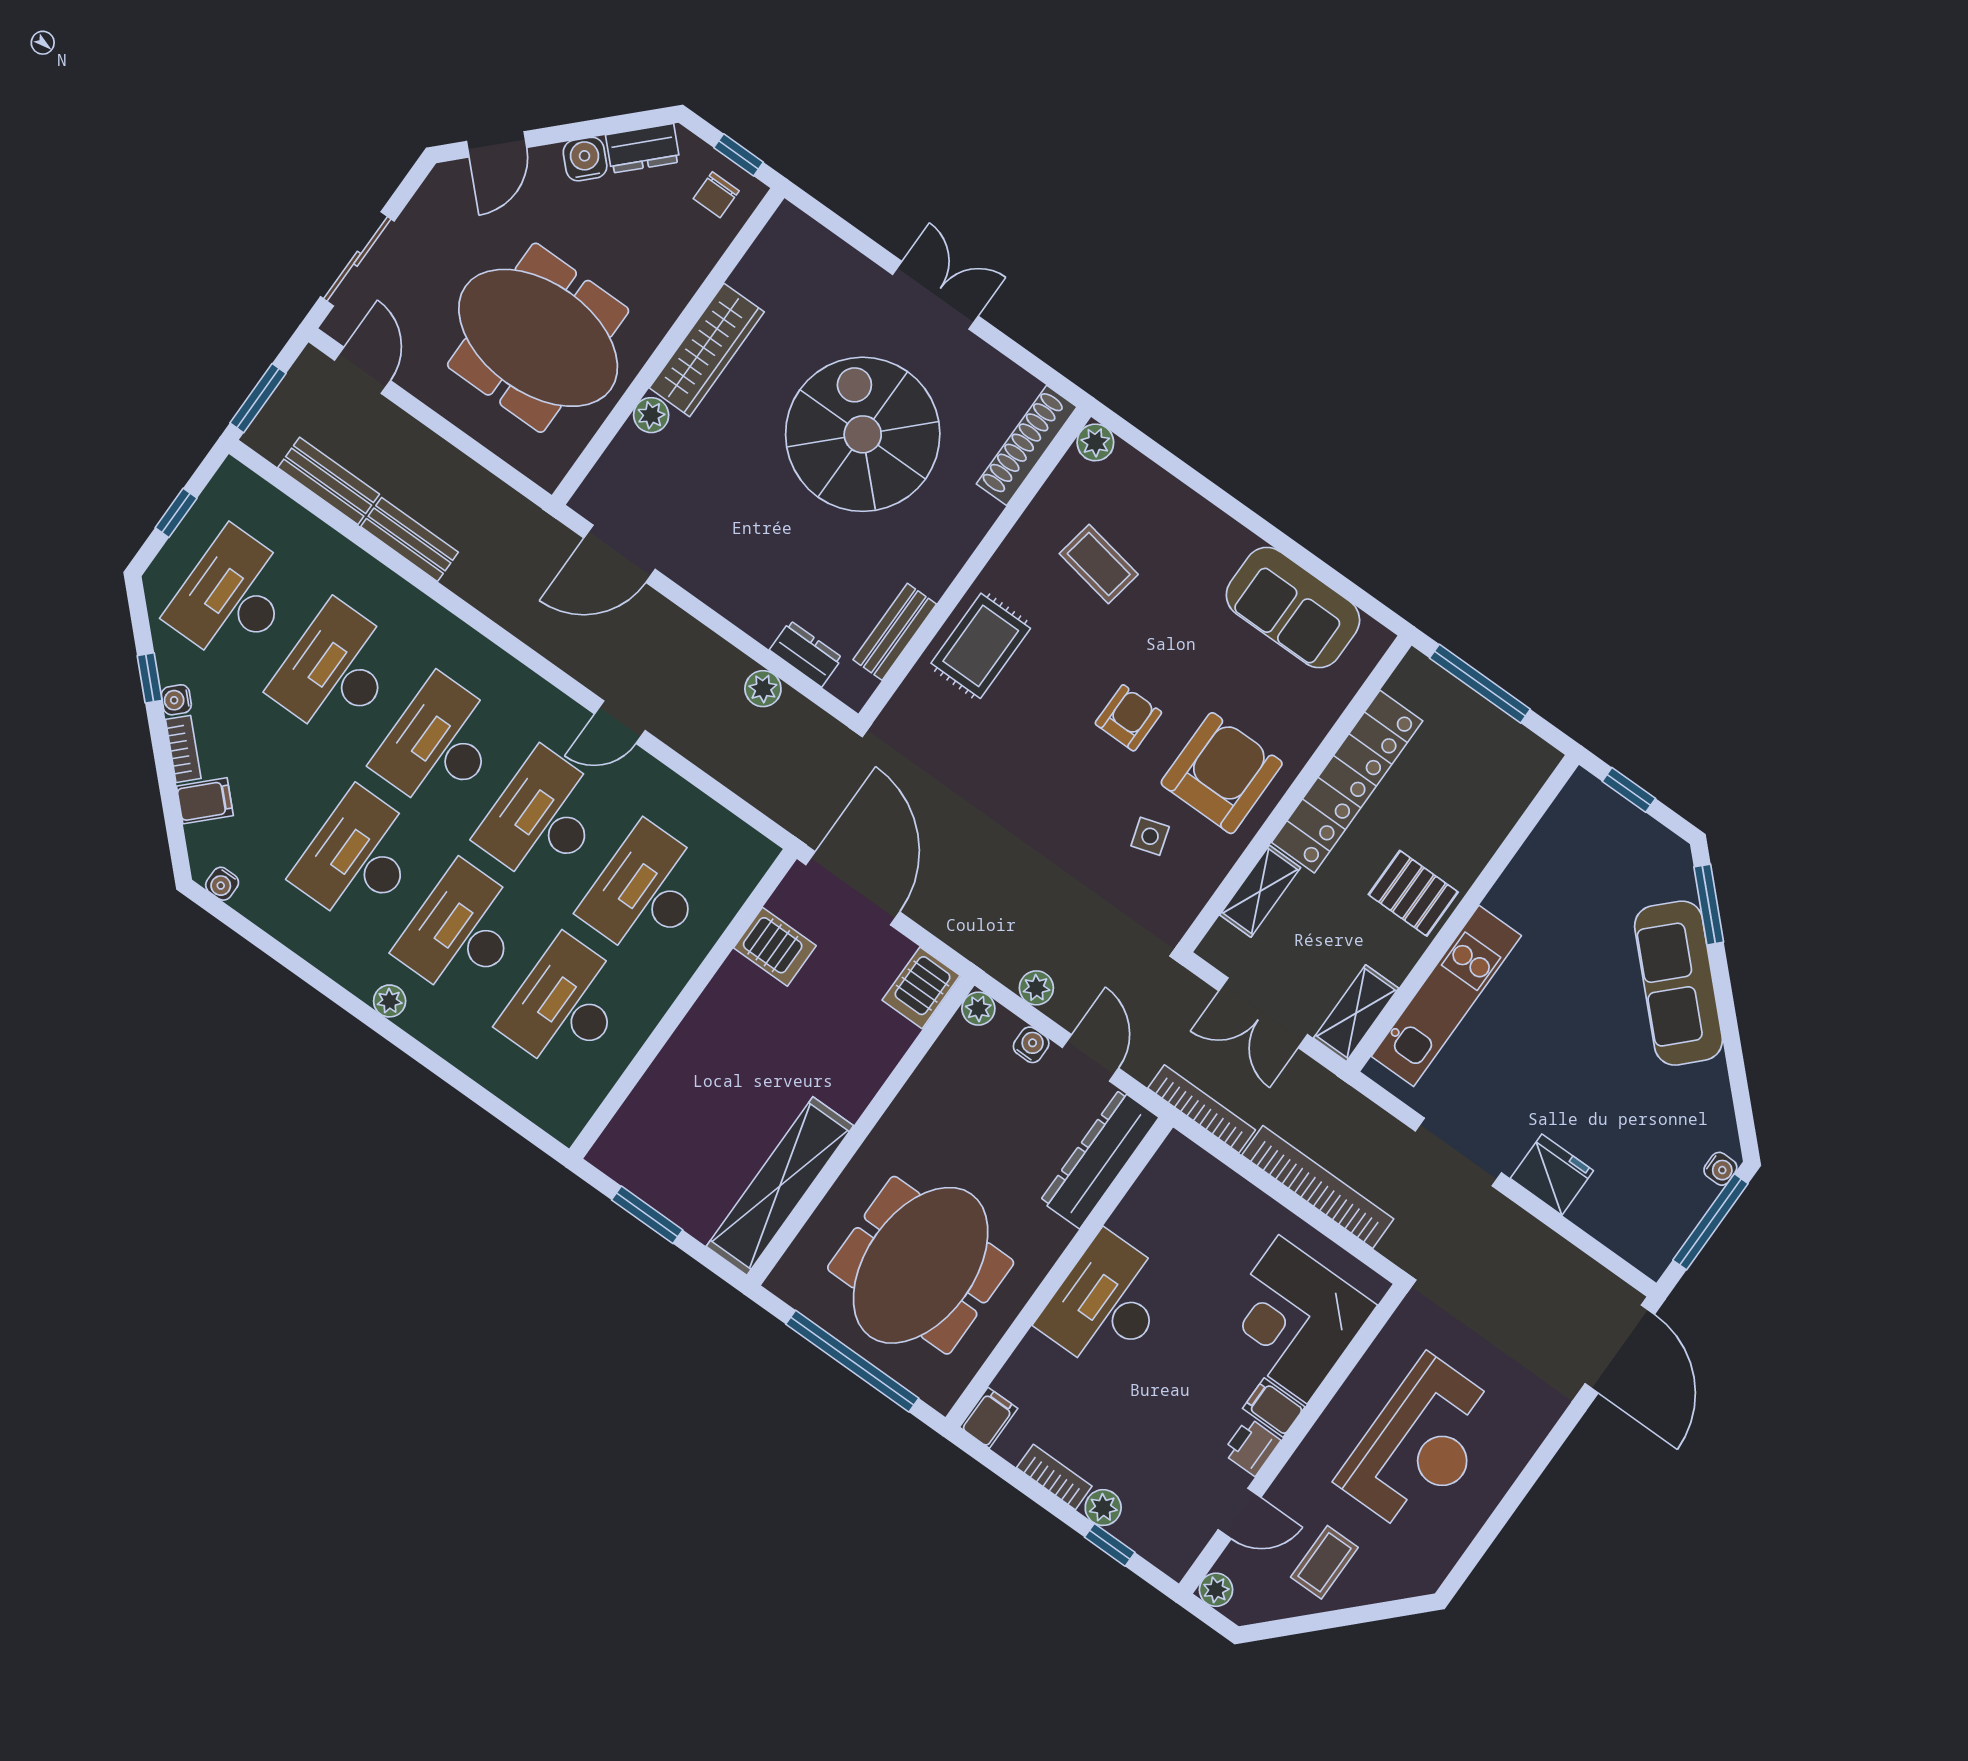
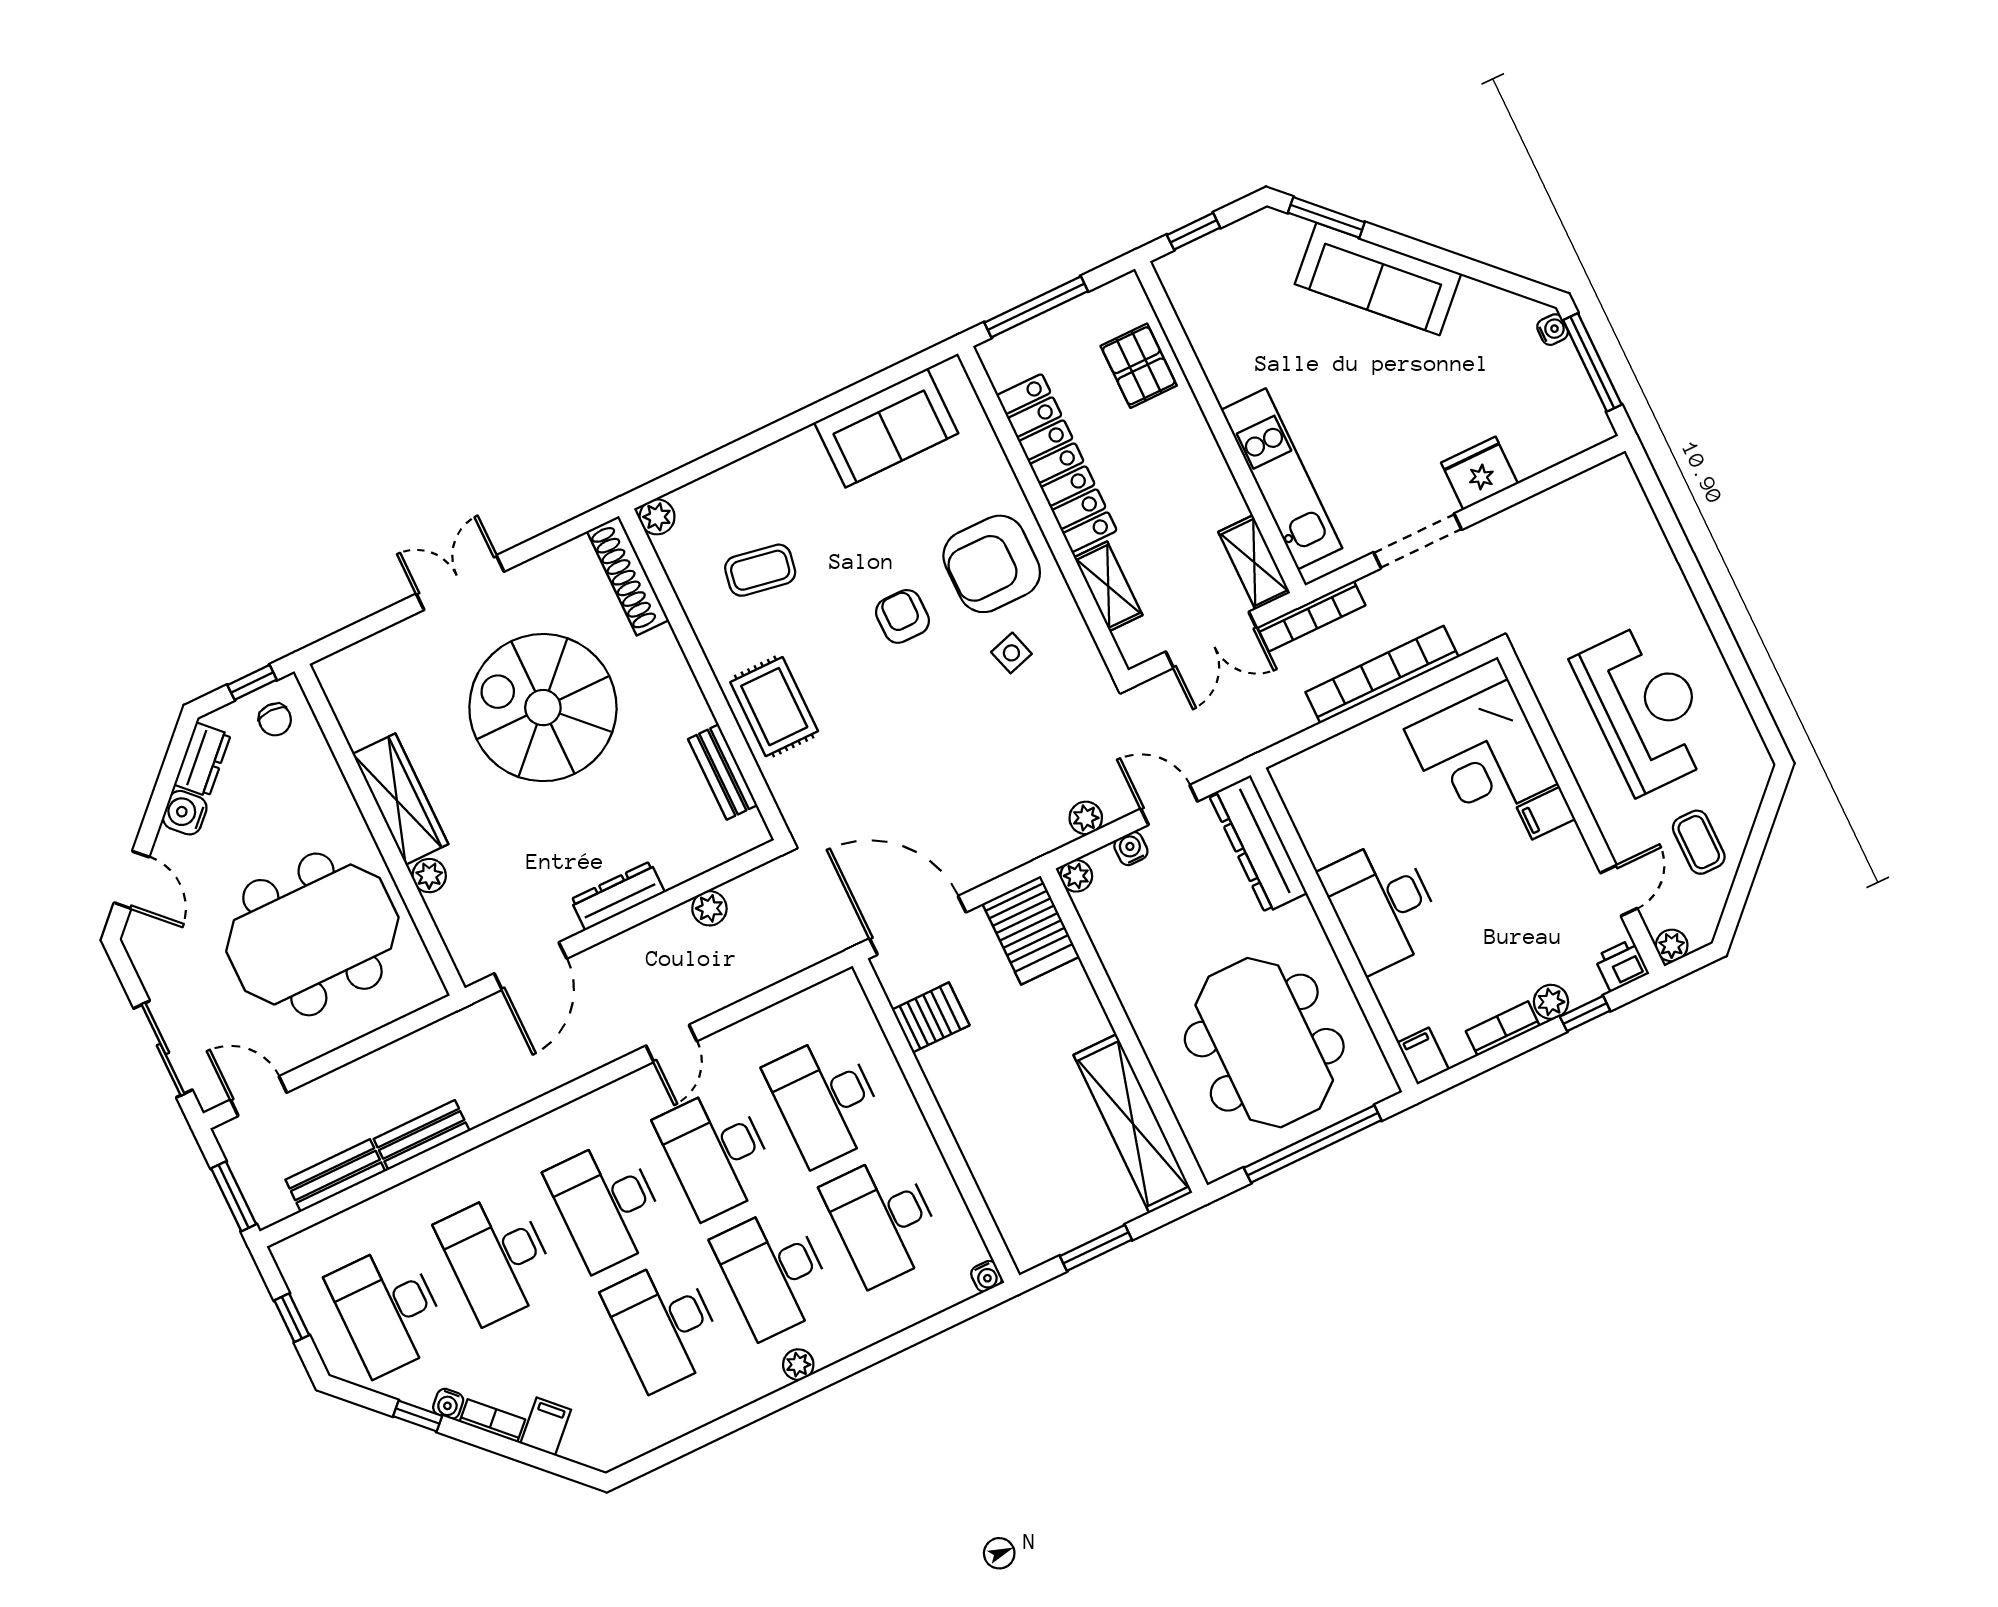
dresser: (806, 654) -> (618, 896), moved, width x1.44
armchair: (1222, 773) -> (992, 564), turned -90
water cooler: (222, 884) -> (986, 1276), moved
pallet: (1413, 893) -> (1139, 366), moved, turned 90
server rack: (921, 988) -> (1031, 930), width x1.36, depth x1.44
bookcase: (1202, 1109) -> (1311, 616), moved, turned 180
door: (1620, 1349) -> (1657, 497), removed
printer: (1251, 1447) -> (1622, 965), moved, turned 90

